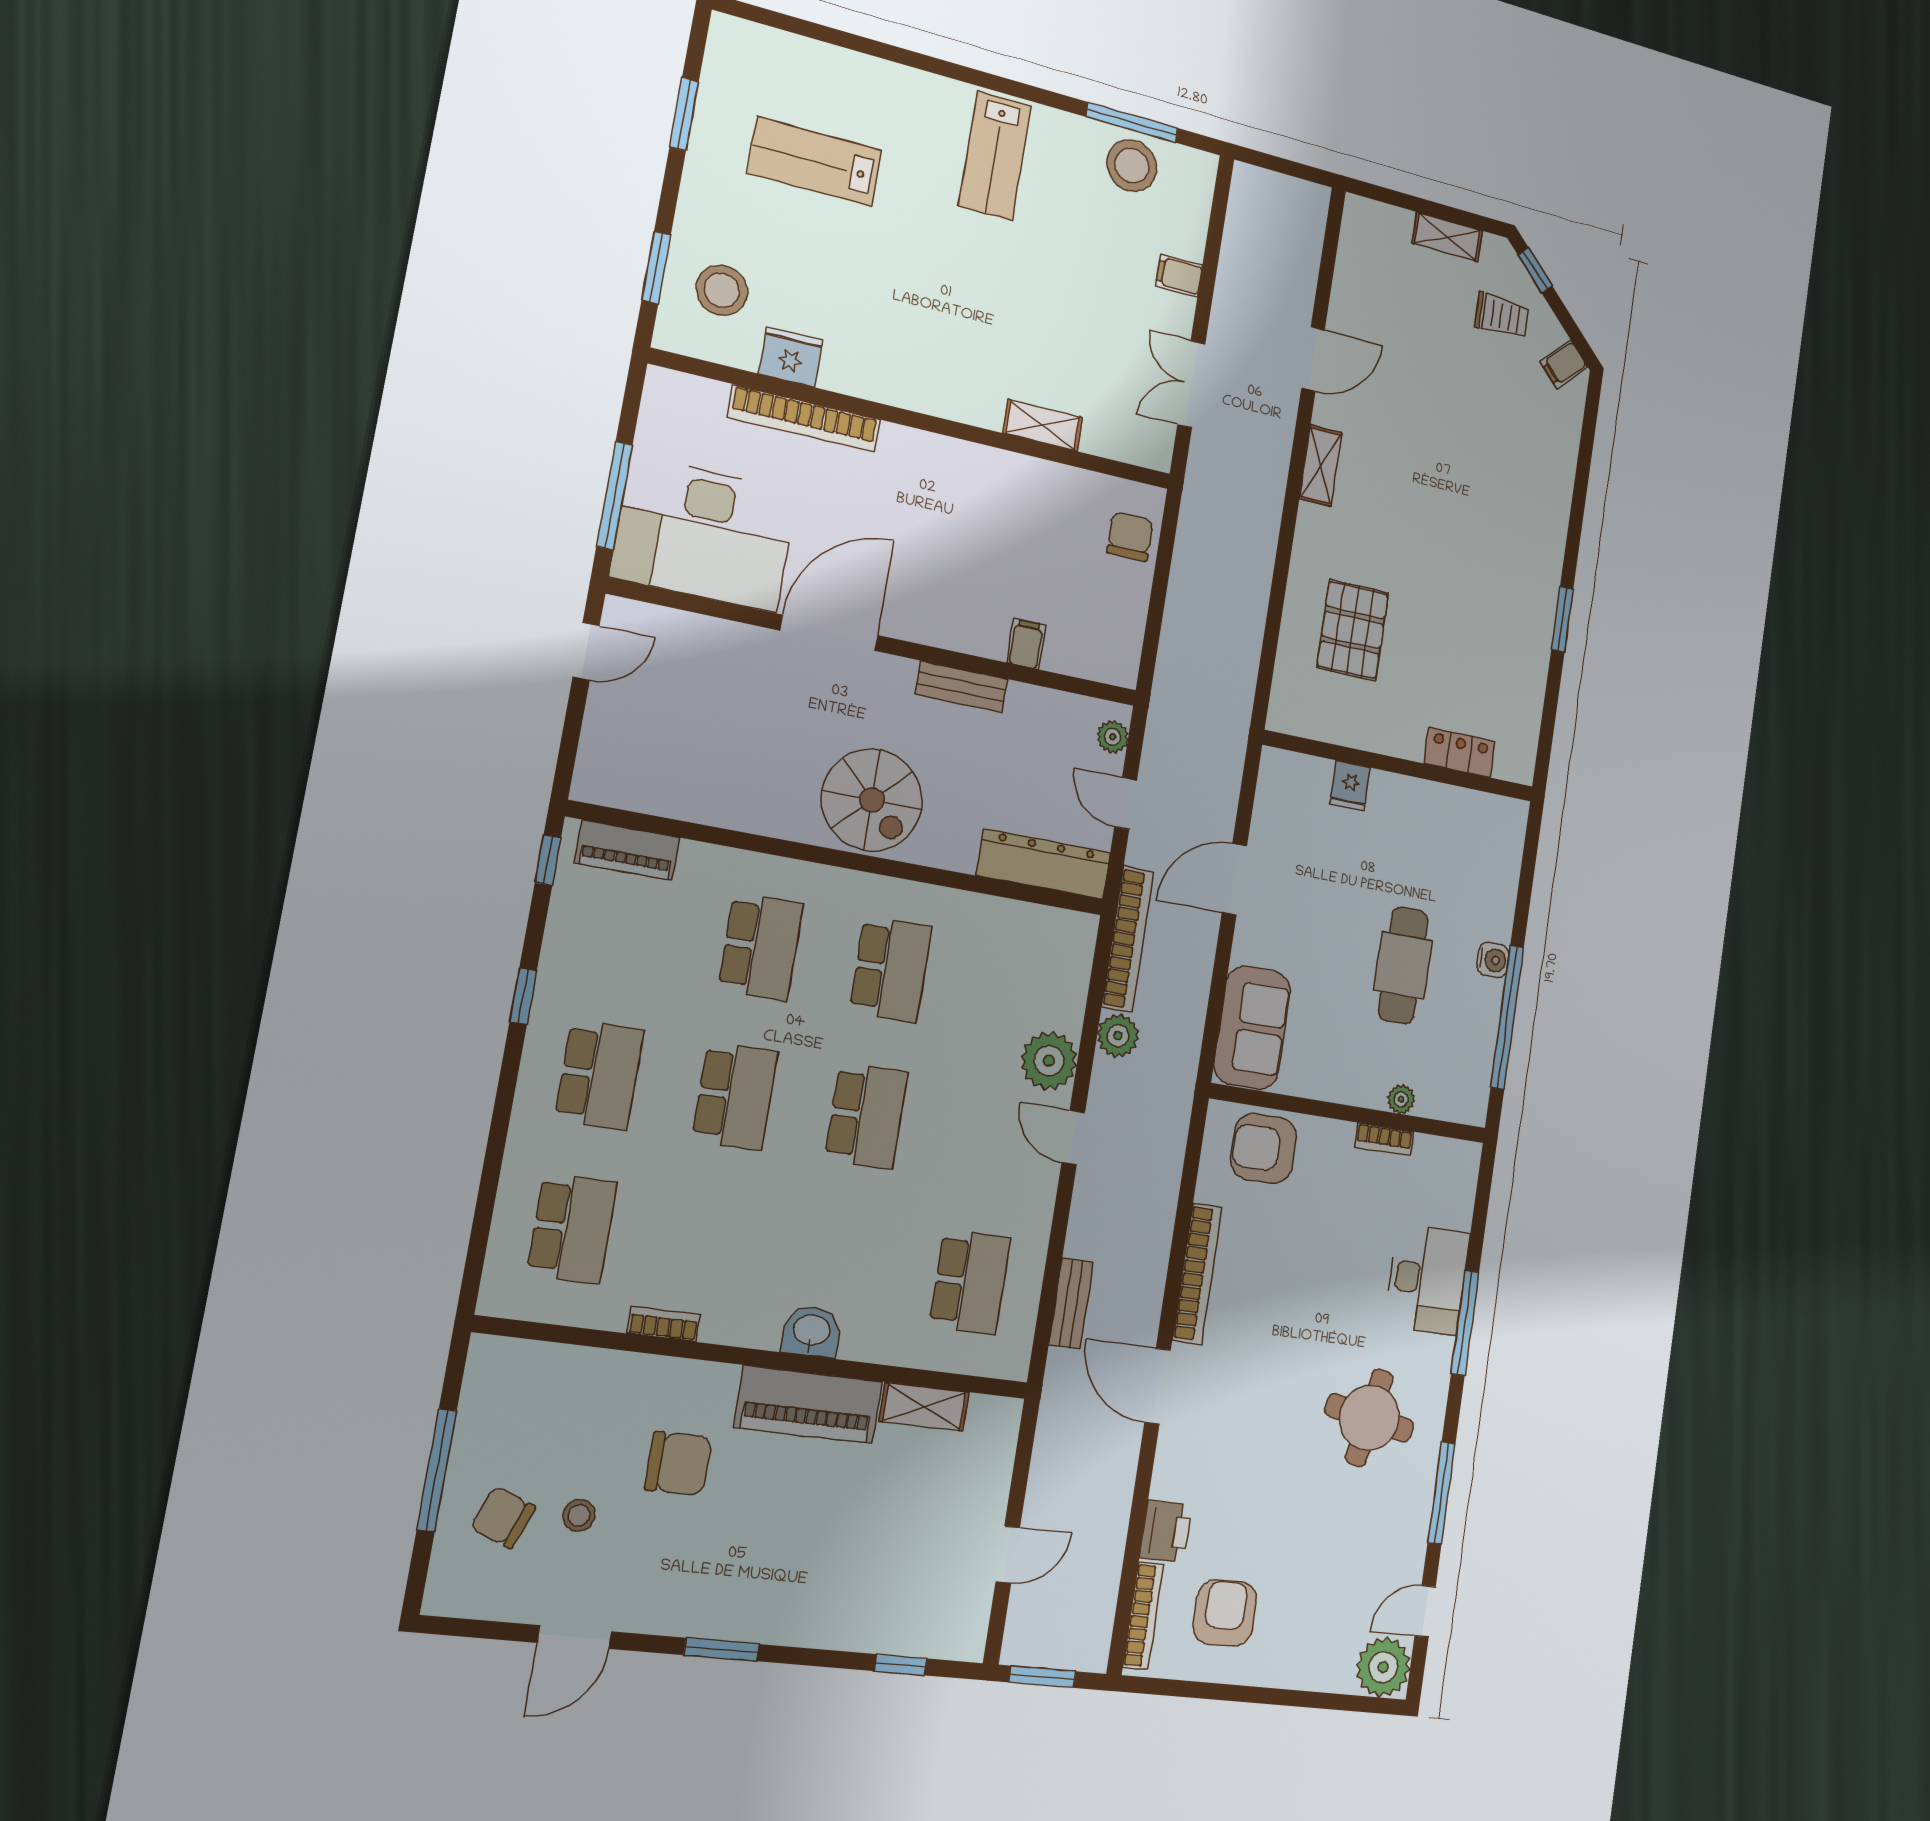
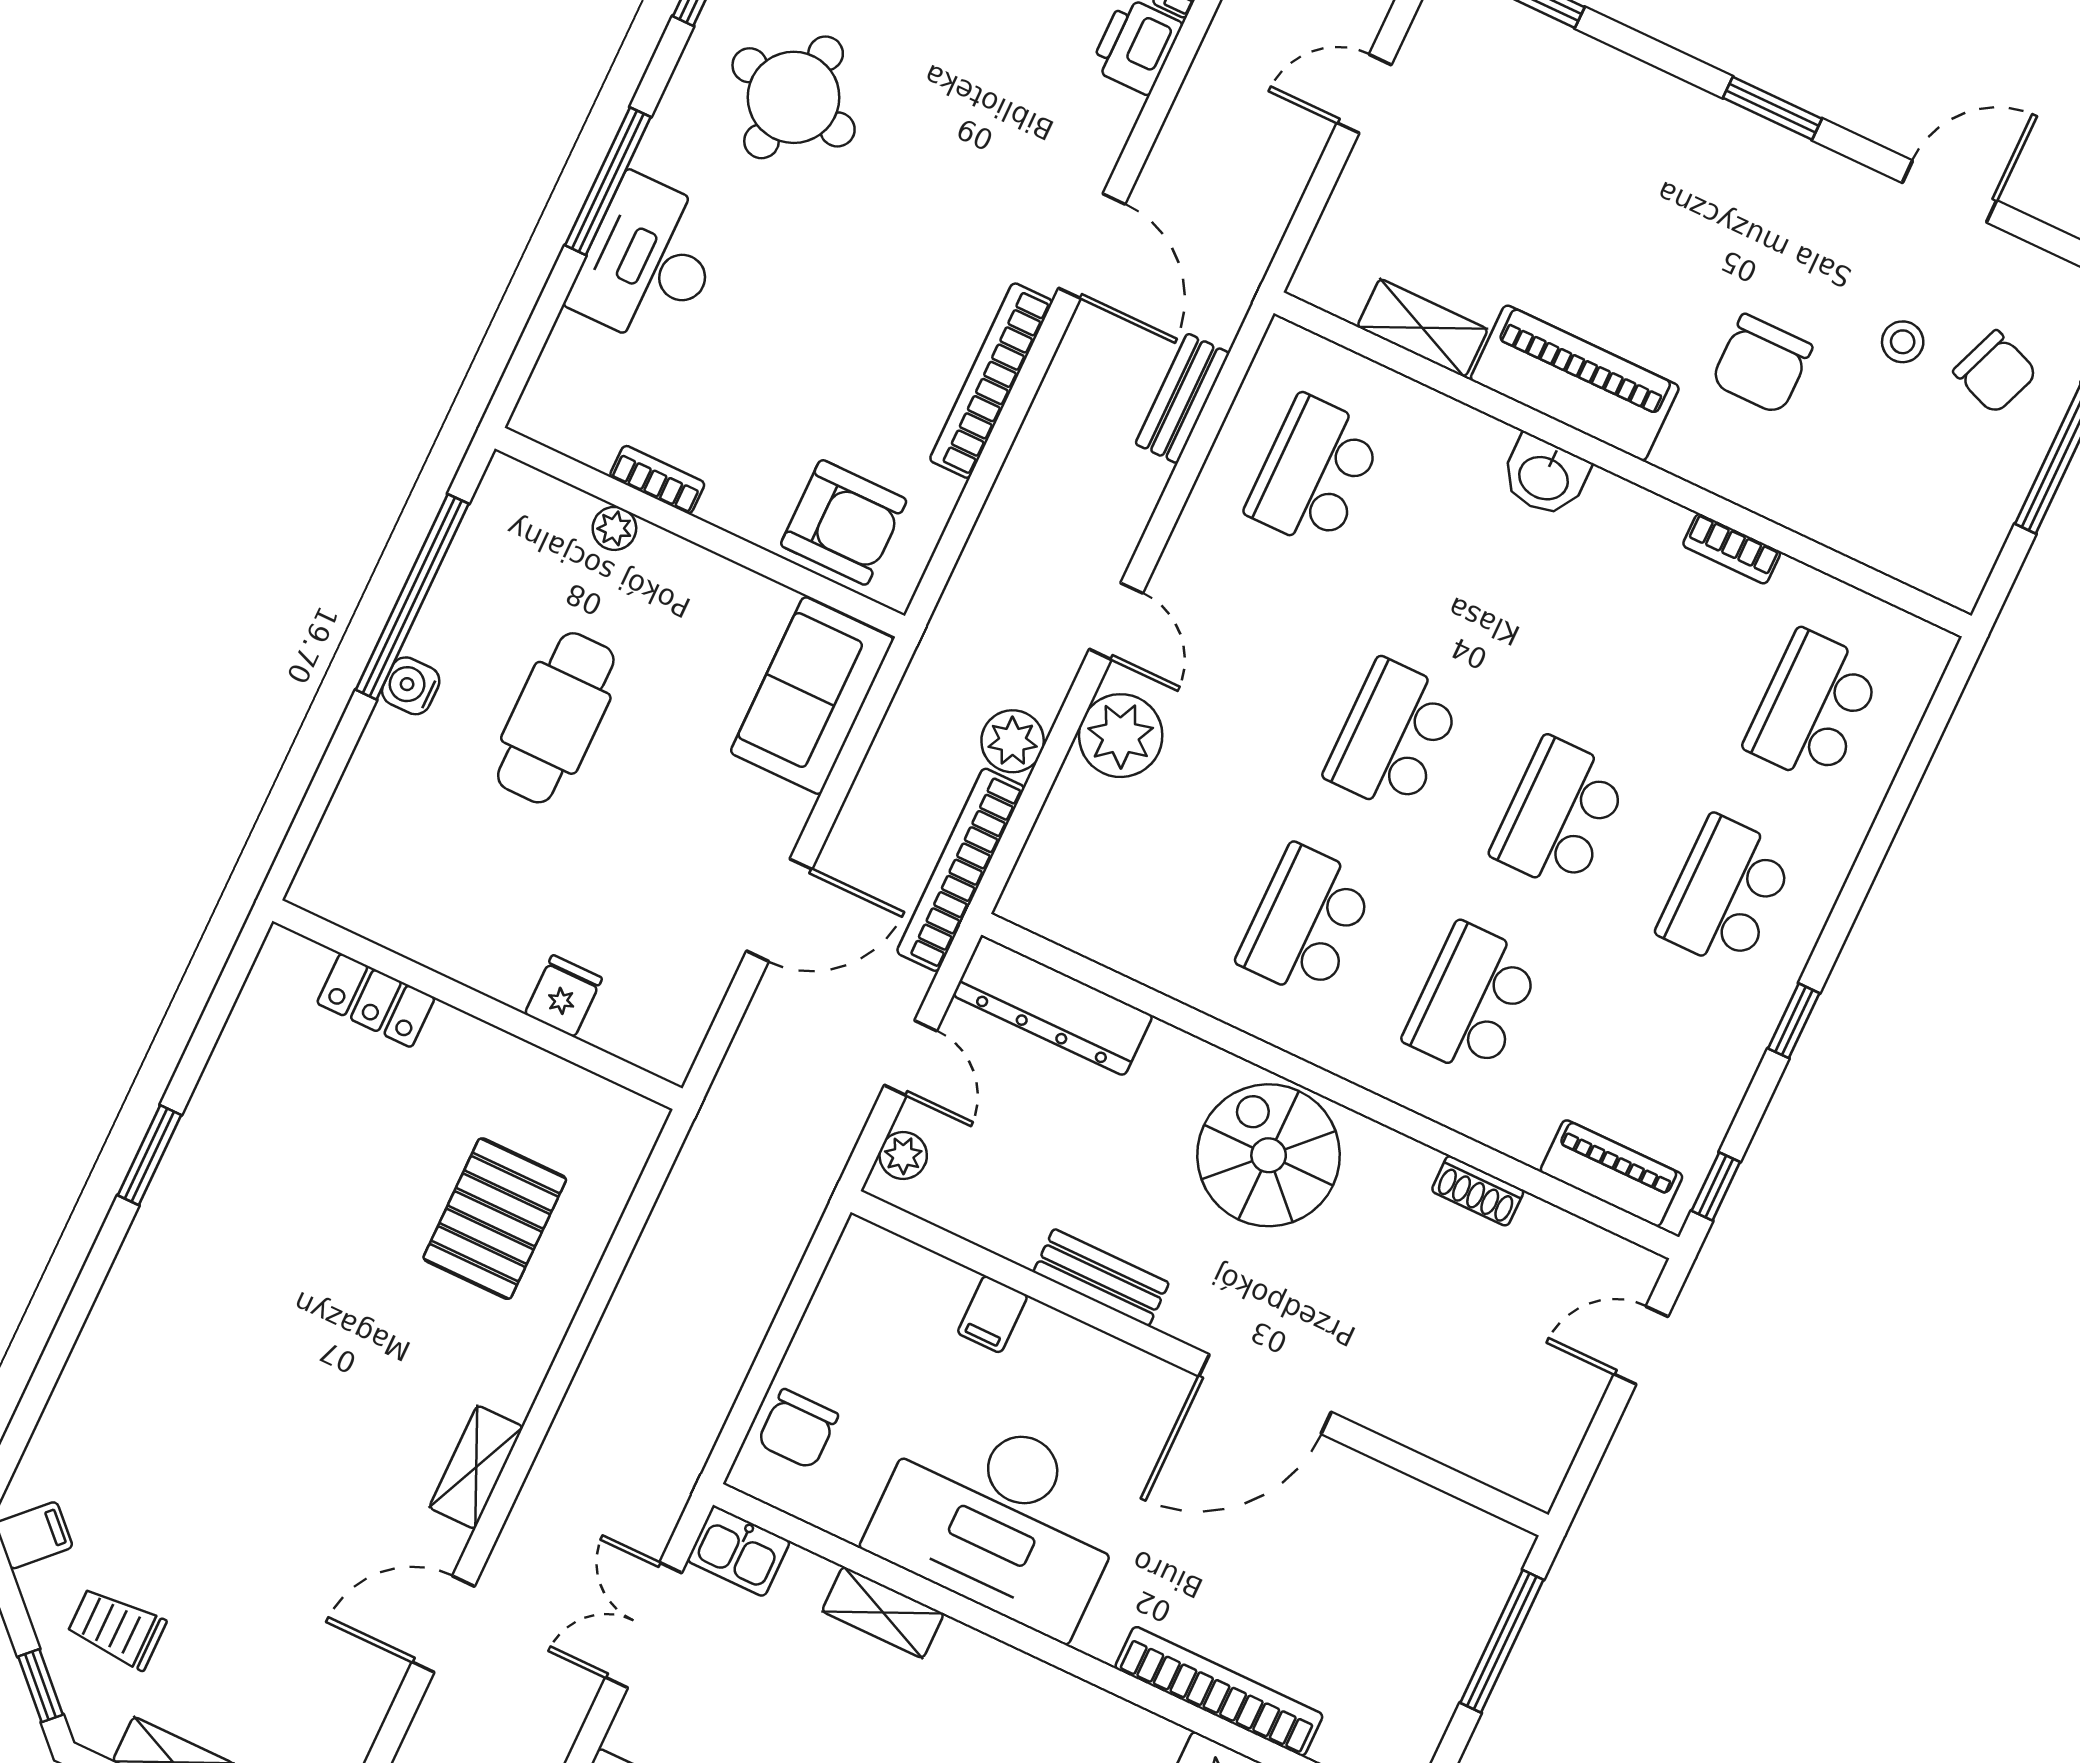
double door: (1191, 384) -> (644, 1625), swing flipped
kitchen sink: (1145, 447) -> (739, 1551), added
desk: (704, 534) -> (1000, 1519), moved, turned 180
door: (586, 651) -> (1641, 1345), moved
shoe rack: (720, 813) -> (1478, 1191), added
chair: (678, 1463) -> (1762, 364), turned -90

